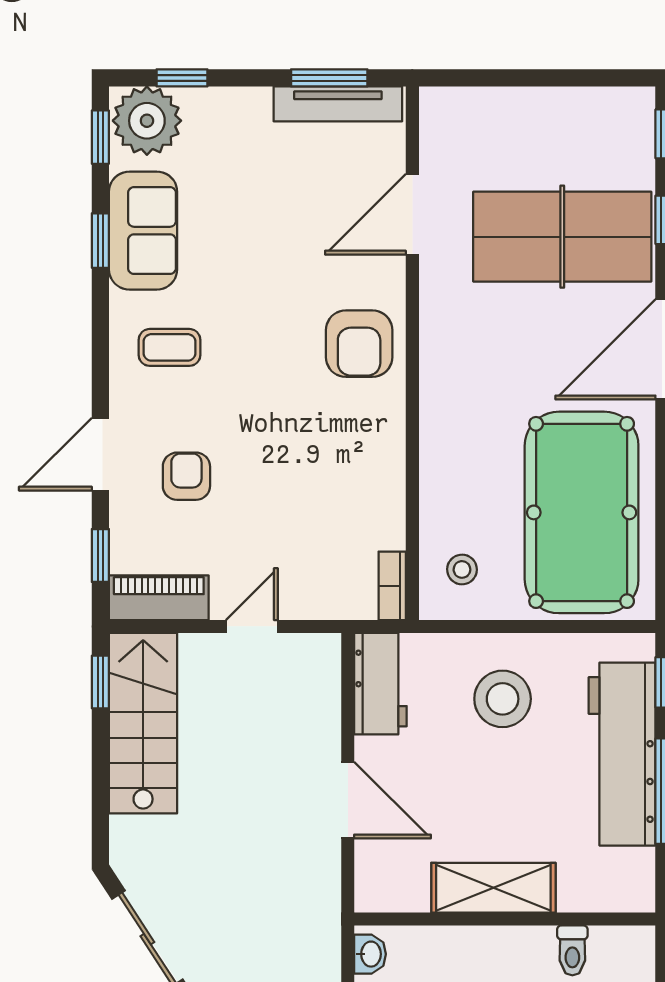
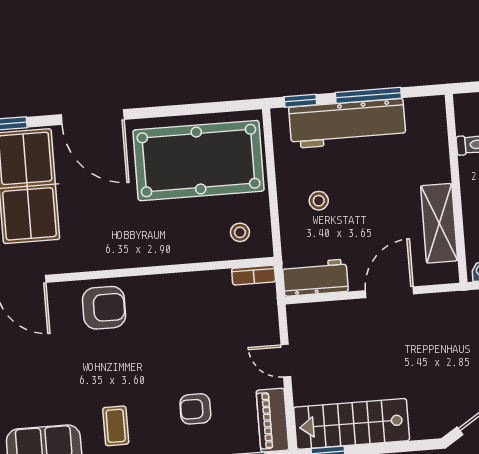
stool: (503, 699) -> (319, 201), width x0.53, depth x0.53
shelving: (493, 888) -> (439, 223), moved

